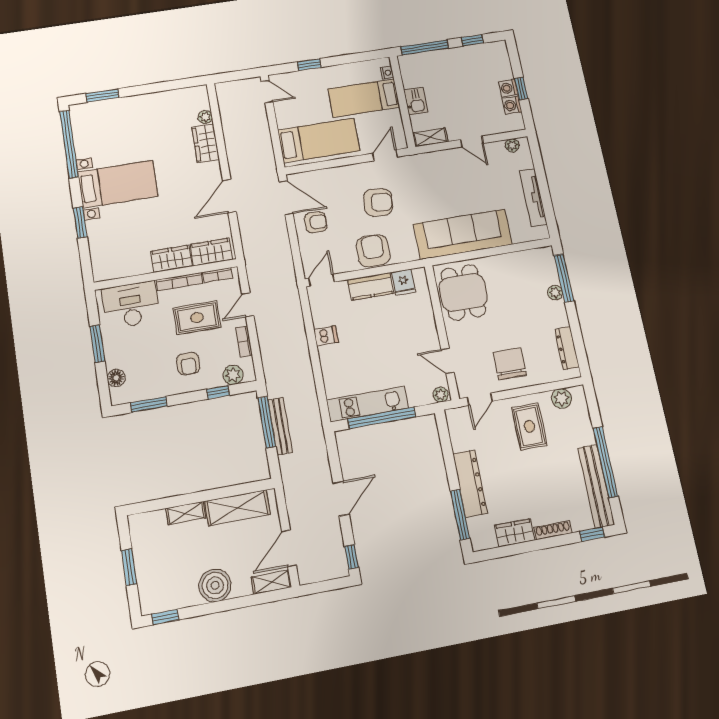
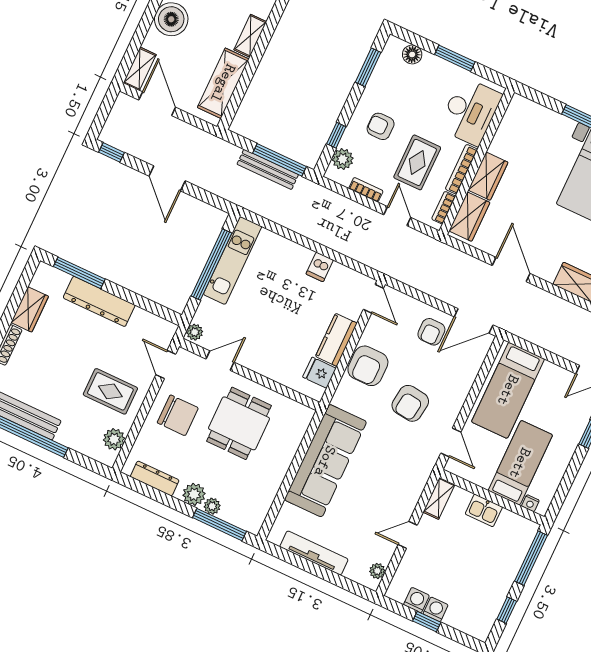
armchair: (373, 251) -> (368, 366), turned 90
dining table: (463, 292) -> (239, 423), moved, turned 90
plant: (557, 312) -> (194, 494), added

